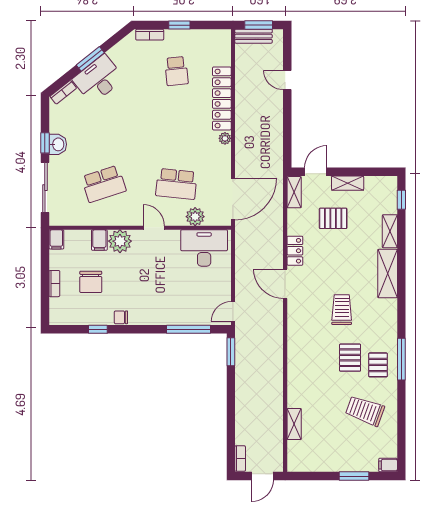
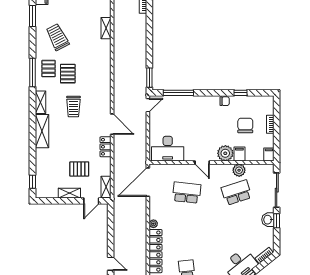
plant: (195, 217) -> (239, 170), moved
shelving: (390, 231) -> (40, 102), moved
trolley: (365, 411) -> (57, 37), turned -137
window: (401, 442) -> (32, 16), added

